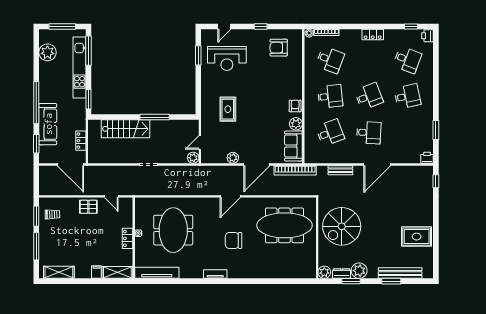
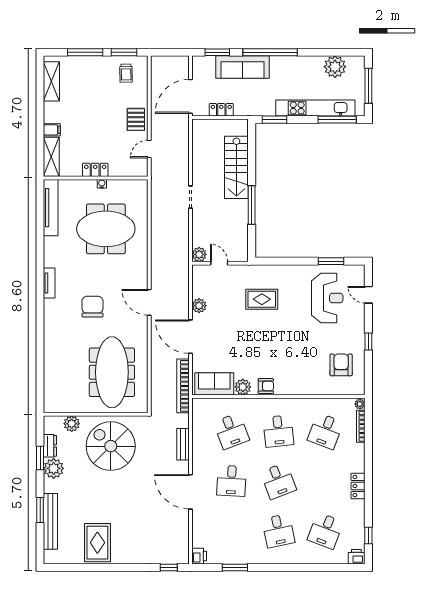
reception desk: (227, 58) -> (327, 298), turned 180
plant: (324, 272) -> (72, 424), moved

